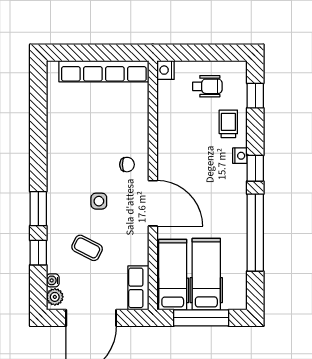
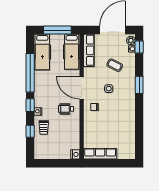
row of seats: (104, 71) -> (100, 154), width x0.73
wheelchair: (207, 86) -> (66, 109), moved
window: (255, 96) -> (30, 131), moved
window: (38, 253) -> (139, 47), moved
hospital bed: (206, 274) -> (42, 52), moved
row of seats: (138, 288) -> (89, 50), width x1.48

